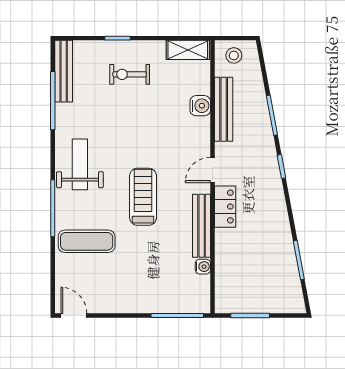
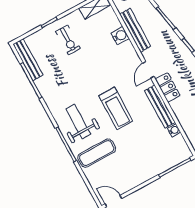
exercise bike: (130, 74) -> (68, 40), turned -90
weight bench: (80, 164) -> (78, 122), moved
treadmill: (143, 197) -> (116, 108), turned 180

